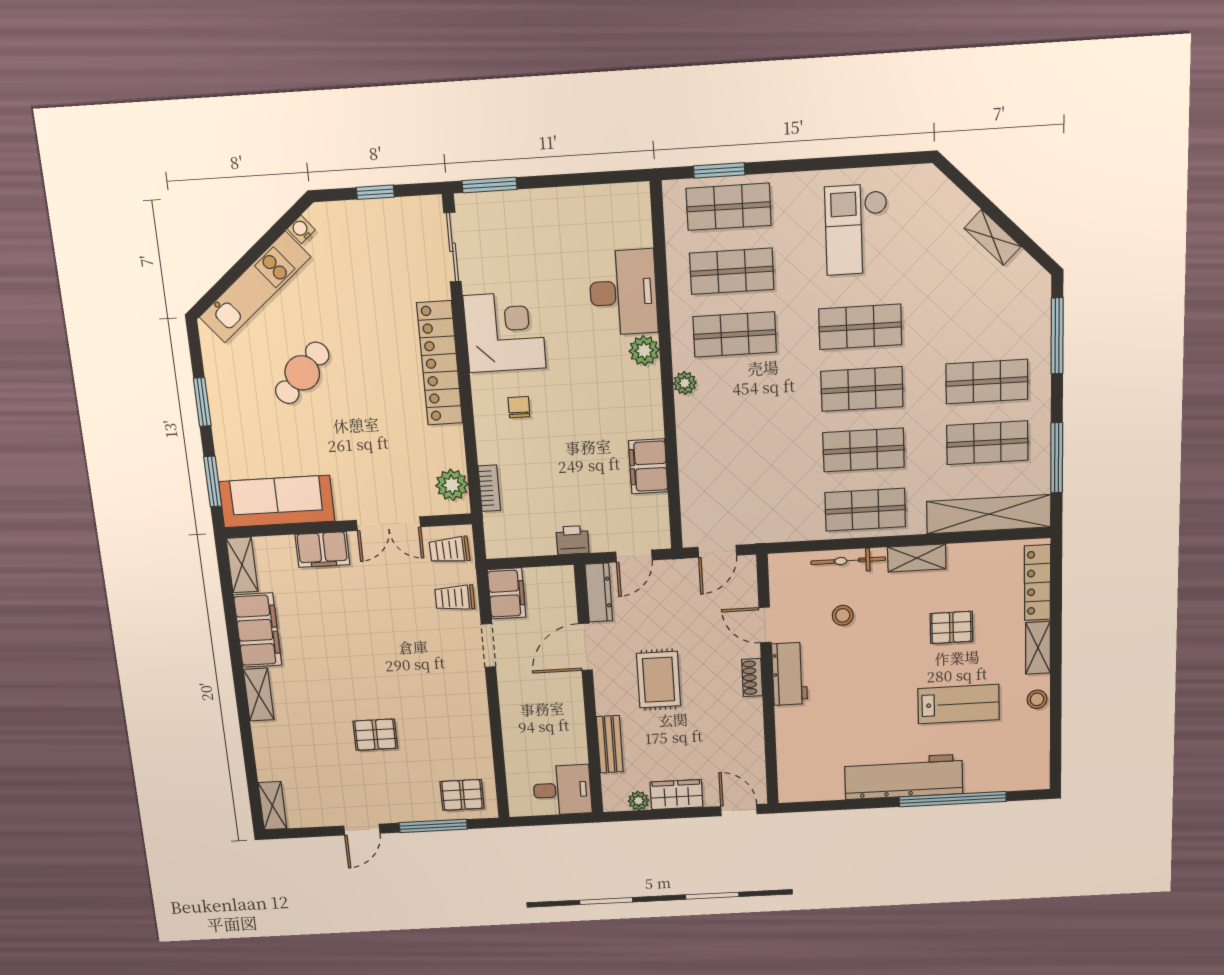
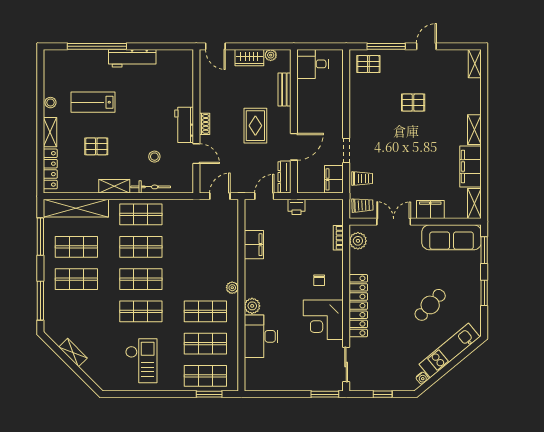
workbench: (904, 777) -> (132, 58), width x0.73, depth x0.76

